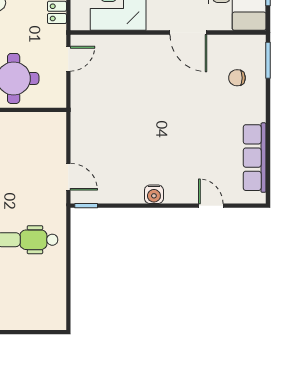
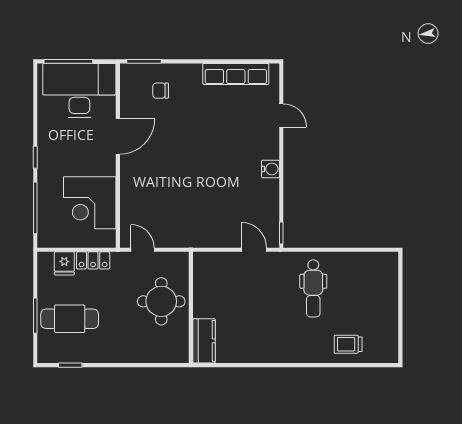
chair: (237, 78) -> (161, 91), turned 90
door: (68, 177) -> (254, 250), hinge flipped
door: (211, 206) -> (281, 115), swing flipped

